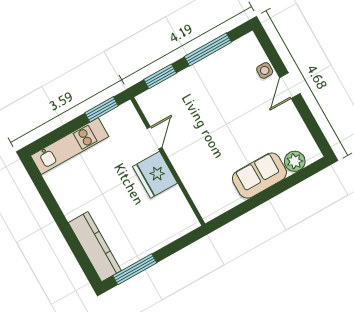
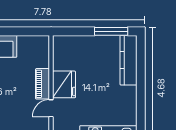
piano: (181, 161) -> (43, 84), added

